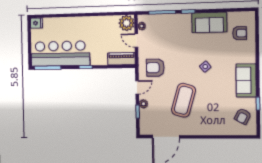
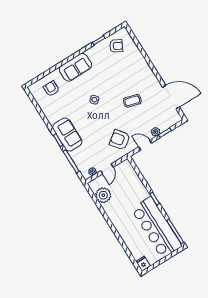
sofa: (209, 22) -> (67, 135), moved
plant: (127, 23) -> (103, 195), moved
piano: (121, 59) -> (129, 172), removed
armchair: (155, 68) -> (120, 140), turned 144
sofa: (246, 80) -> (76, 67), moved
coffee table: (183, 100) -> (132, 101), width x0.54, depth x0.58

